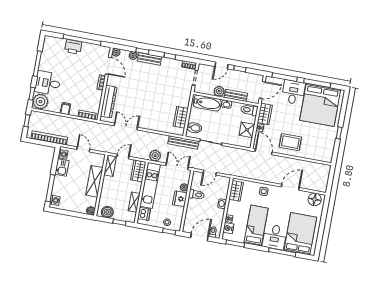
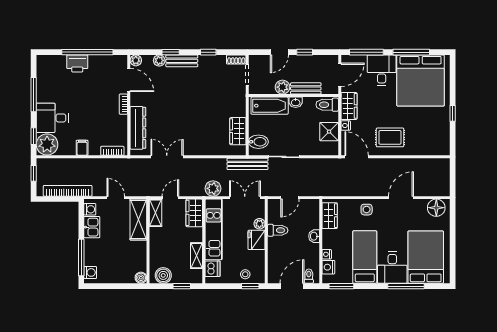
shelving: (94, 181) -> (138, 220), moved

